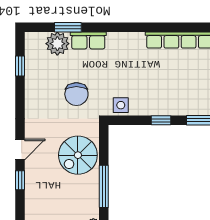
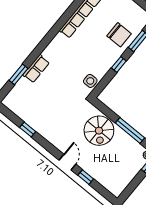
plant: (57, 44) -> (23, 88), removed
window: (20, 66) -> (28, 129), moved
chair: (76, 94) -> (119, 35), moved

